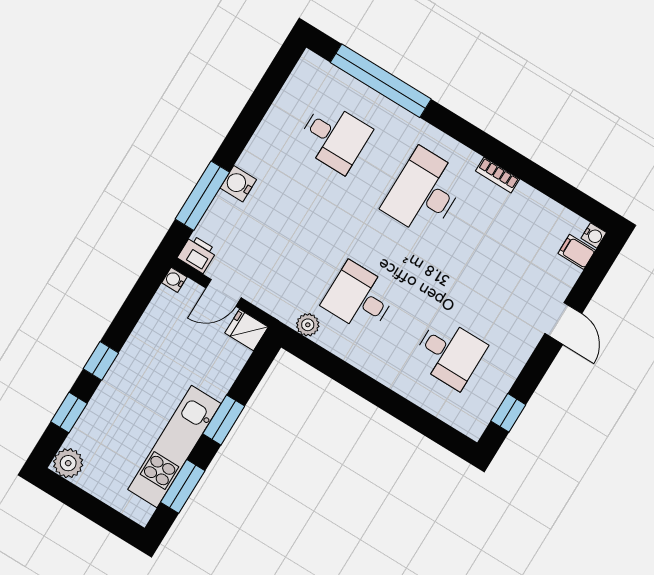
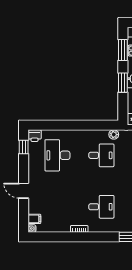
desk: (424, 192) -> (101, 207), width x0.73
desk: (449, 353) -> (57, 155), width x1.37
printer: (471, 422) -> (35, 136), added

